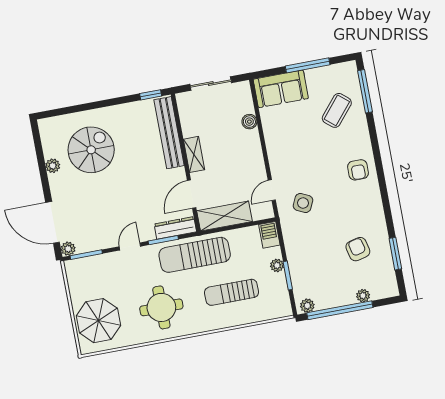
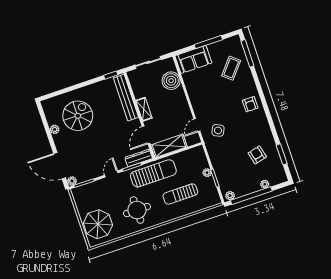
boiler: (249, 122) -> (171, 81), width x1.86, depth x1.86
barbecue: (269, 235) -> (199, 154), removed
sun lounger: (195, 255) -> (153, 173), turned 180

